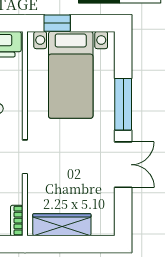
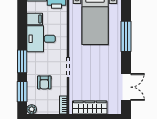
double door: (123, 165) -> (126, 87), moved

